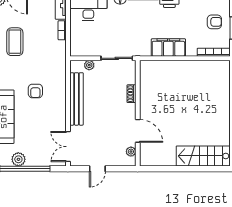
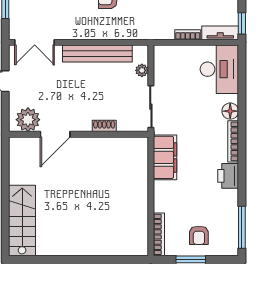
filing cabinet: (168, 48) -> (165, 157), moved
double door: (68, 147) -> (35, 42), swing flipped
plant: (131, 152) -> (28, 120), width x1.88, depth x1.88

